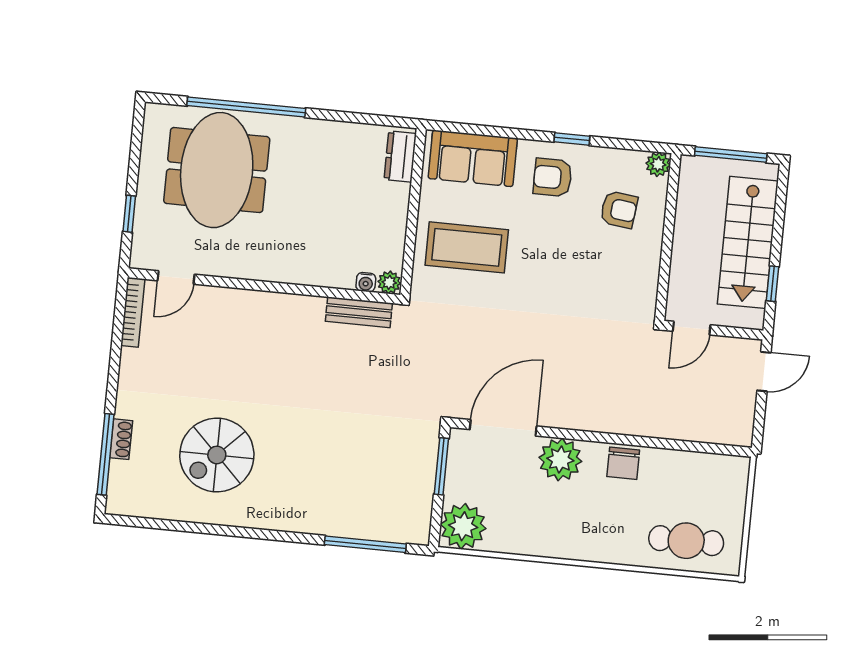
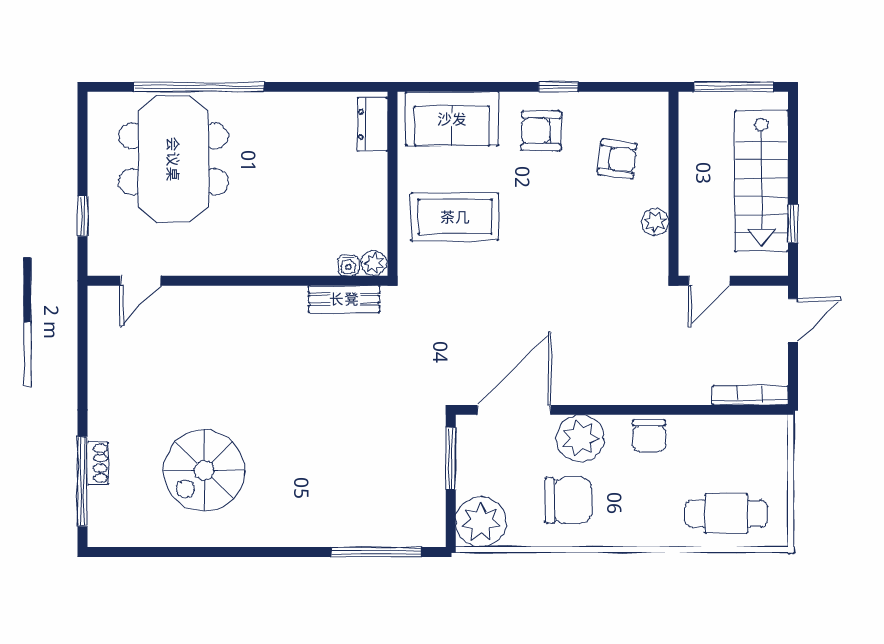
plant: (658, 164) -> (655, 222), moved
bookcase: (133, 312) -> (750, 395), moved, turned -90
chair: (544, 515) -> (568, 500), added

